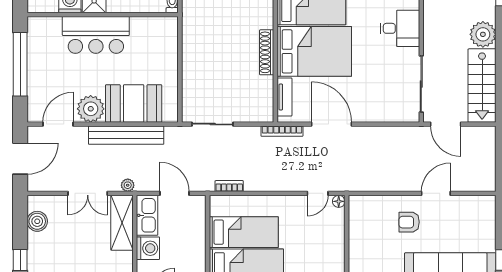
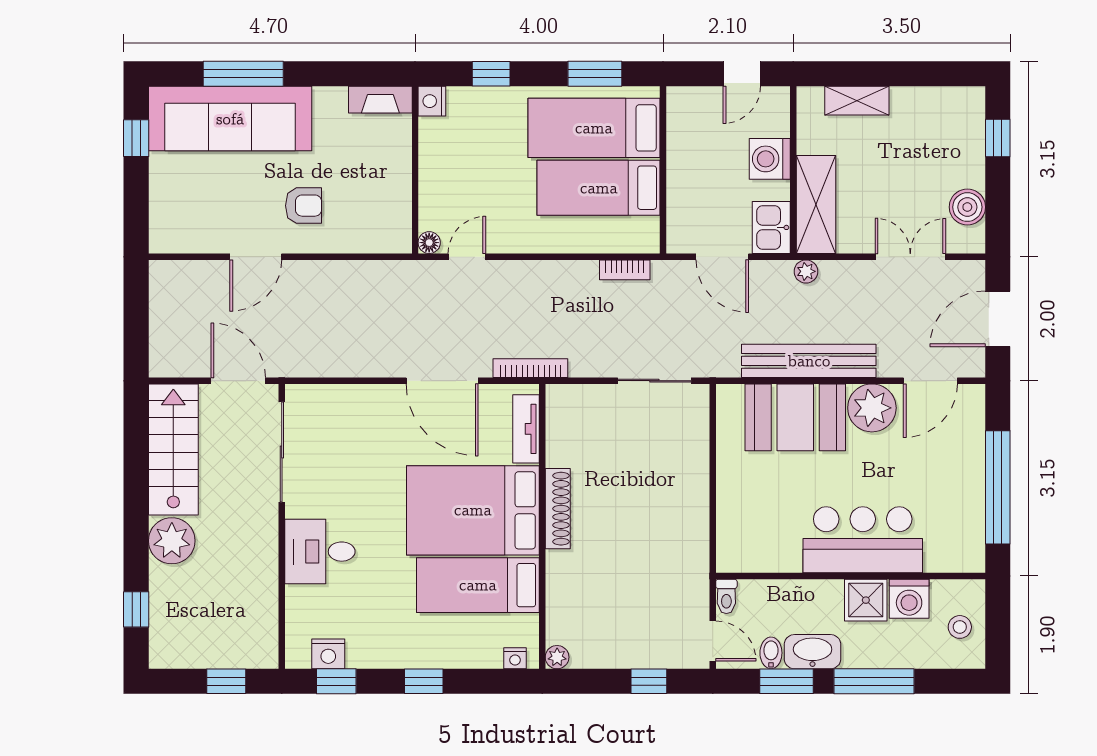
double door: (88, 193) -> (910, 257), moved
kitchen sink: (147, 215) -> (771, 227), width x0.73

